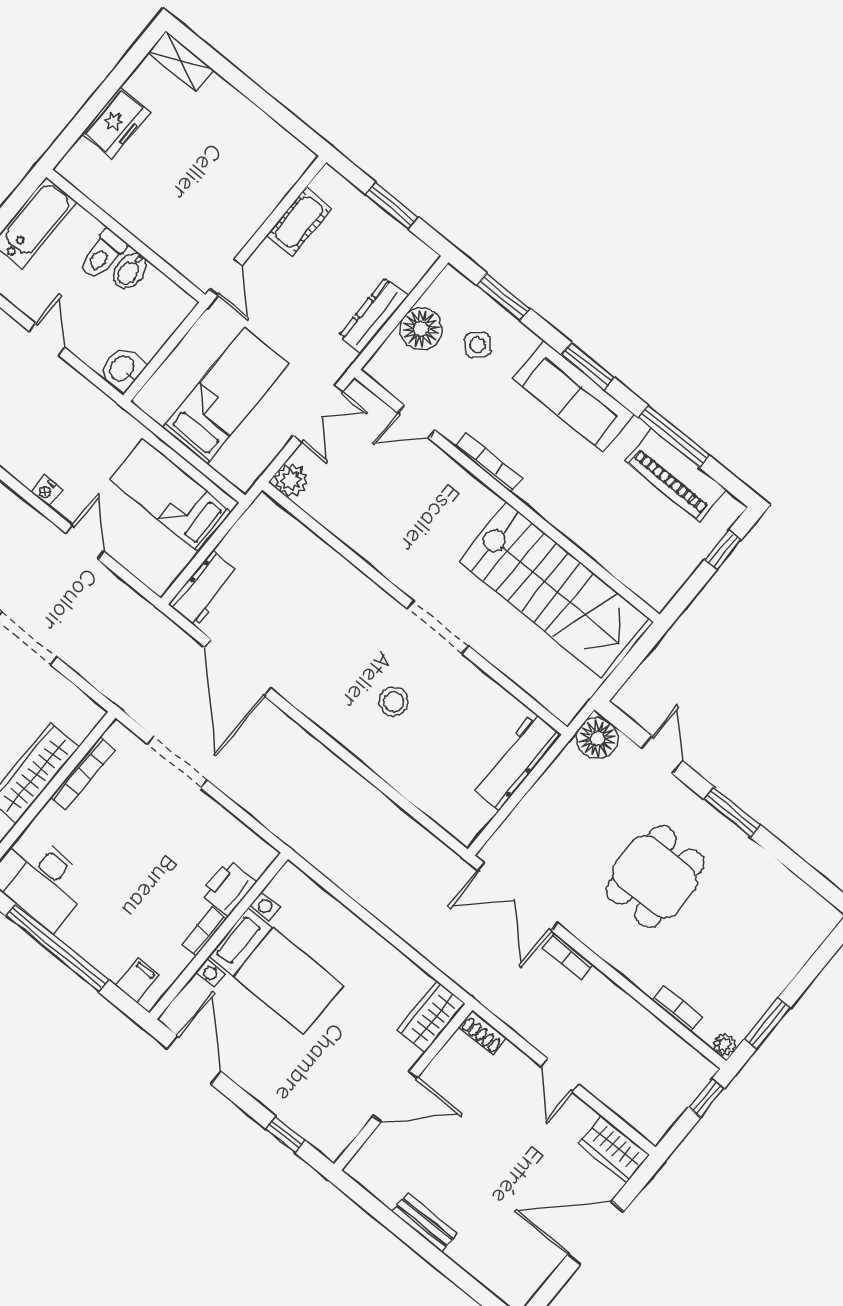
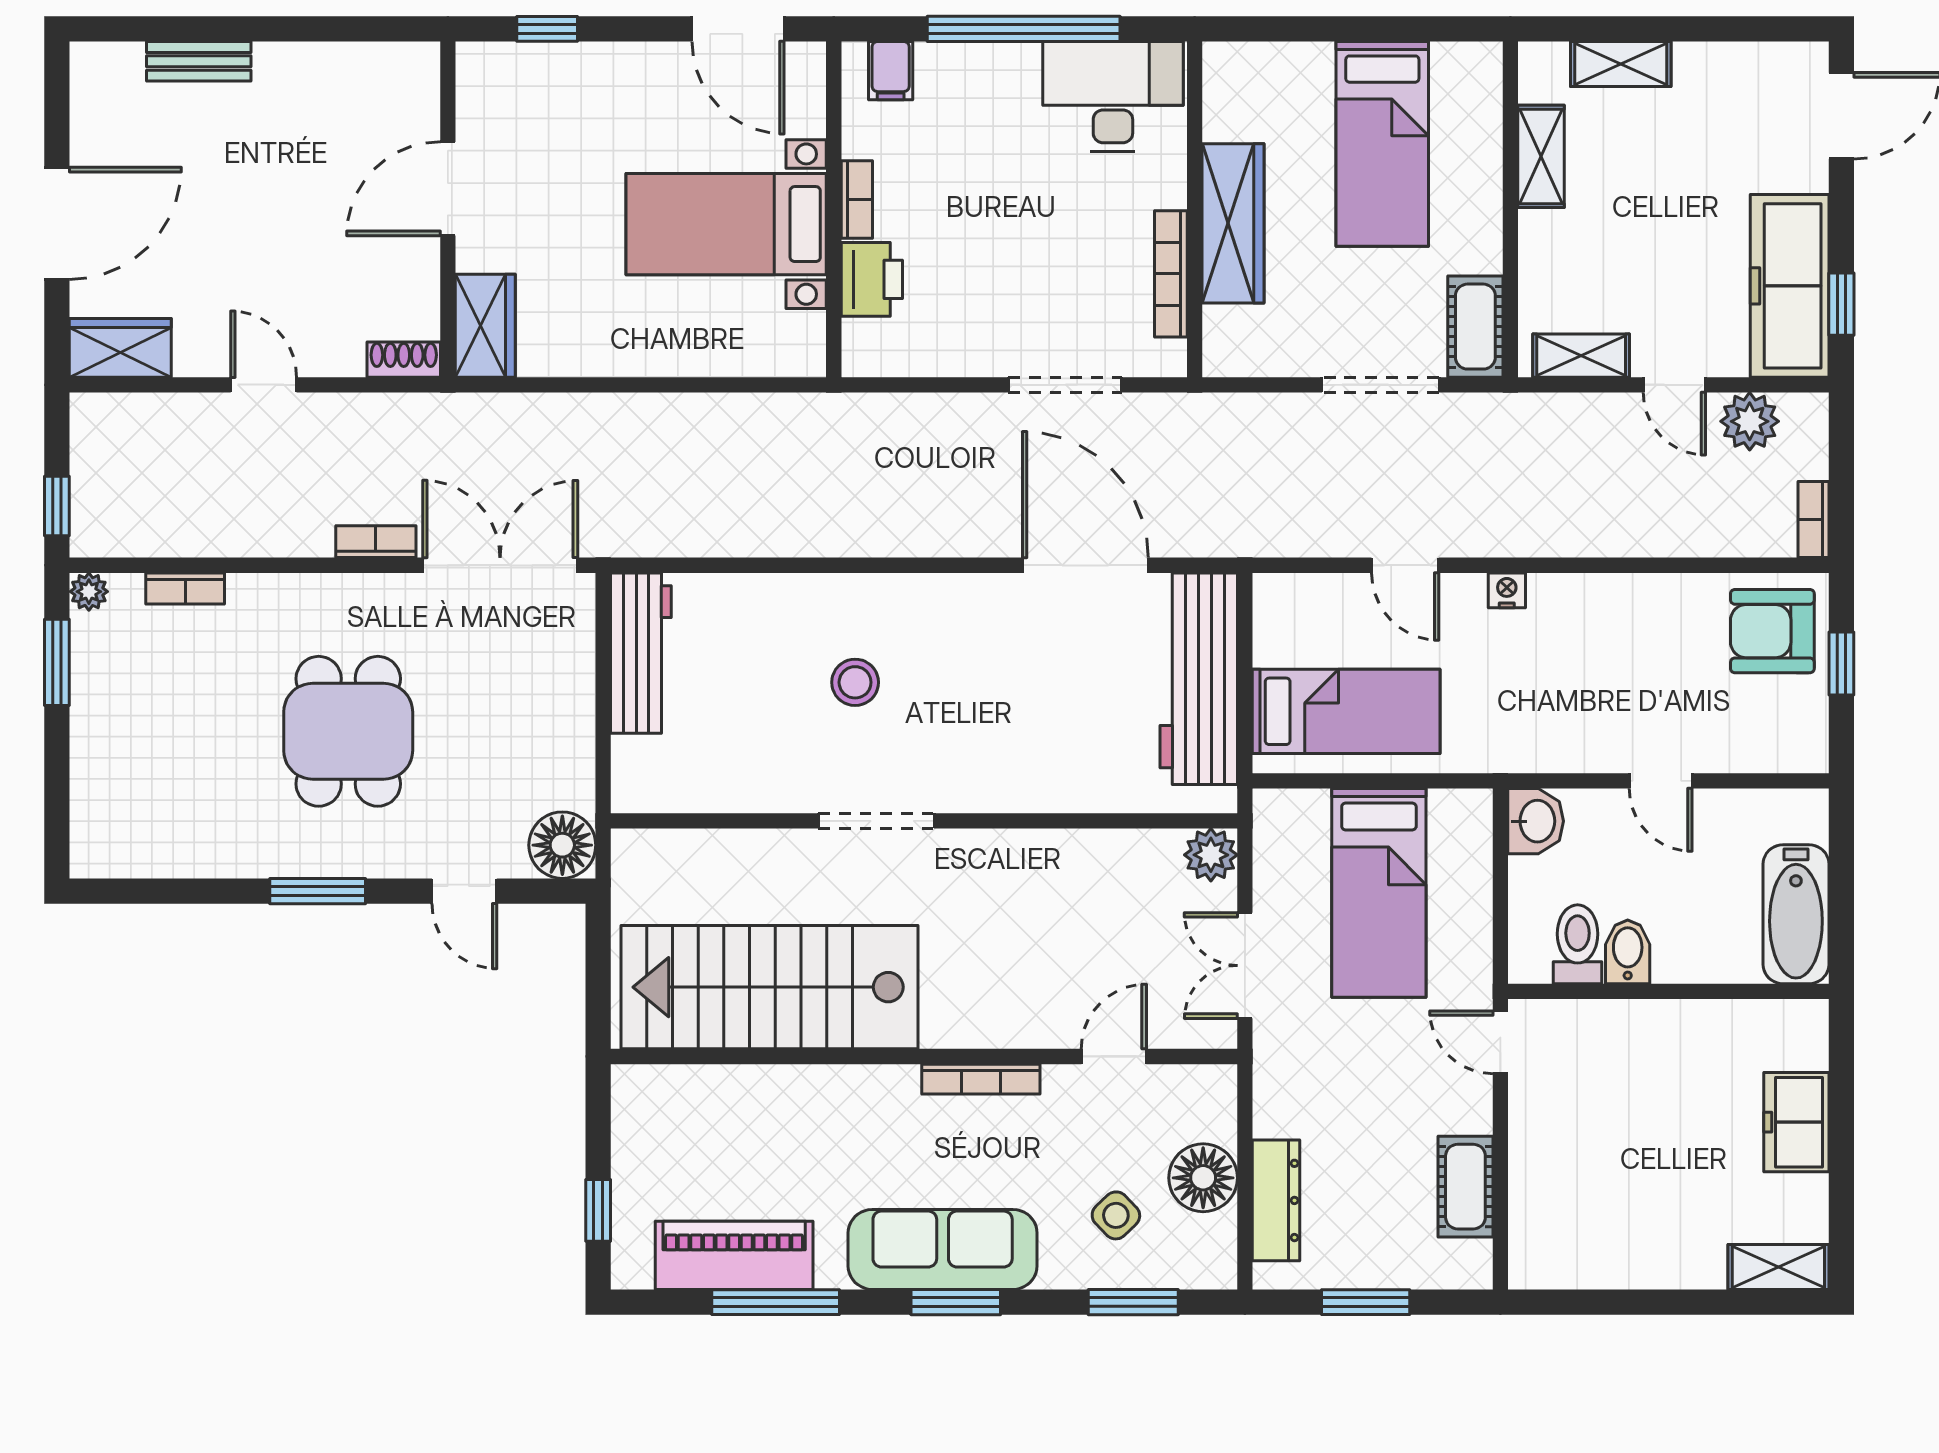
toilet: (103, 255) -> (1578, 944), moved
dresser: (374, 316) -> (1276, 1200), moved
workbench: (204, 589) -> (1199, 679), width x1.88, depth x1.32
workbench: (516, 761) -> (641, 653), moved
bench: (425, 1223) -> (199, 61), moved

